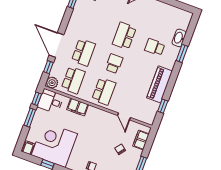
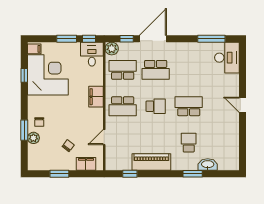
school desk: (73, 80) -> (123, 70), turned 180
filing cabinet: (78, 107) -> (96, 97), moved

